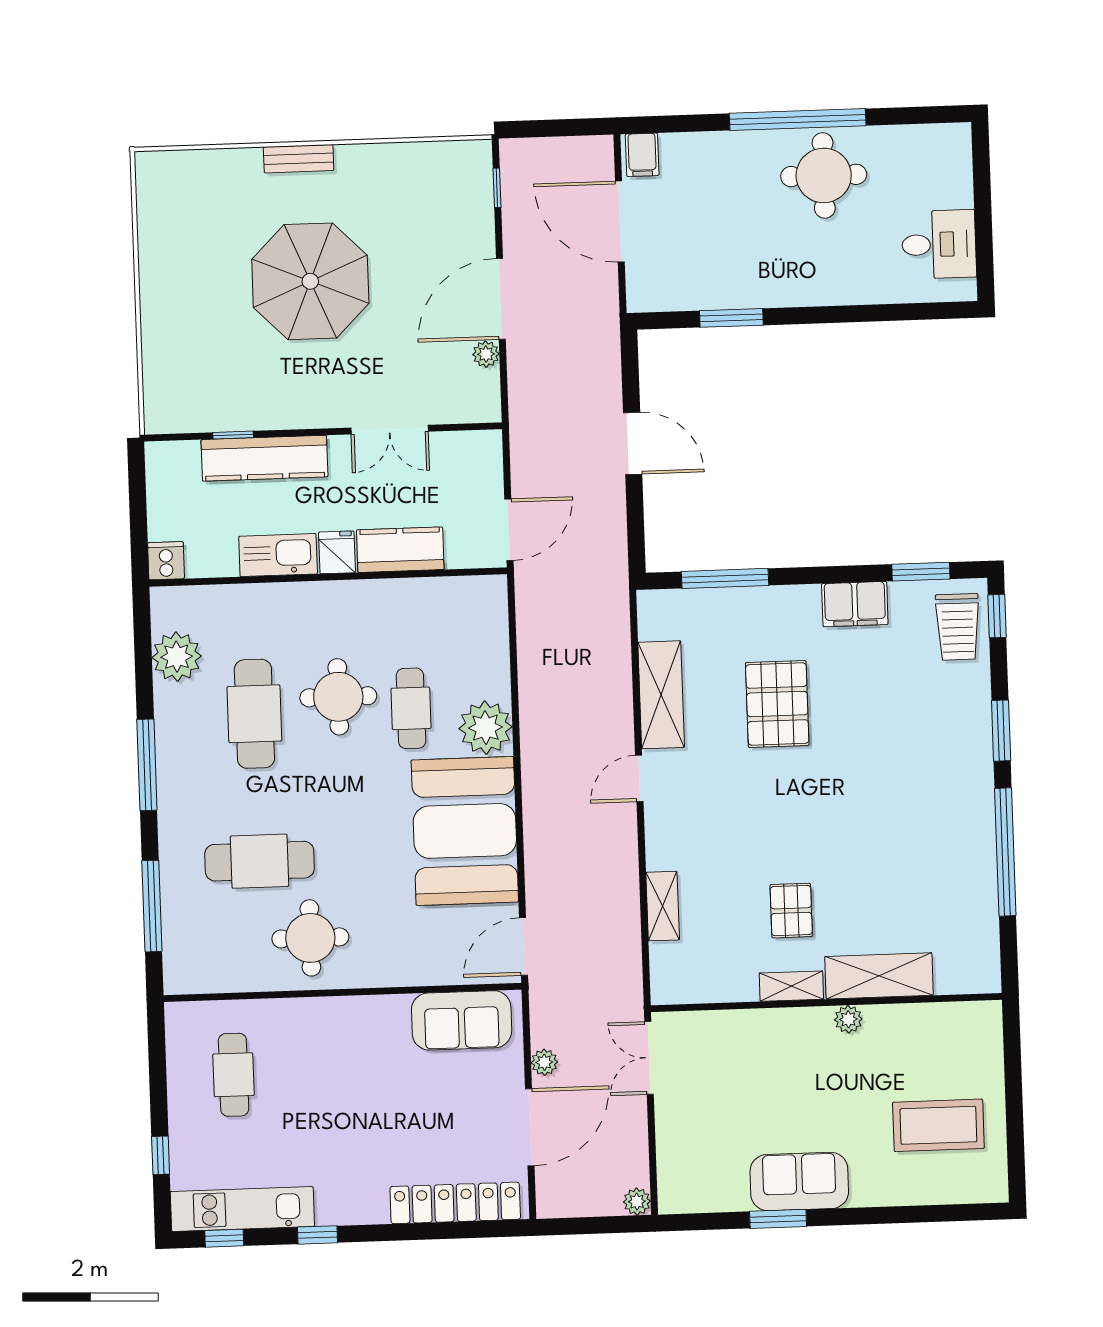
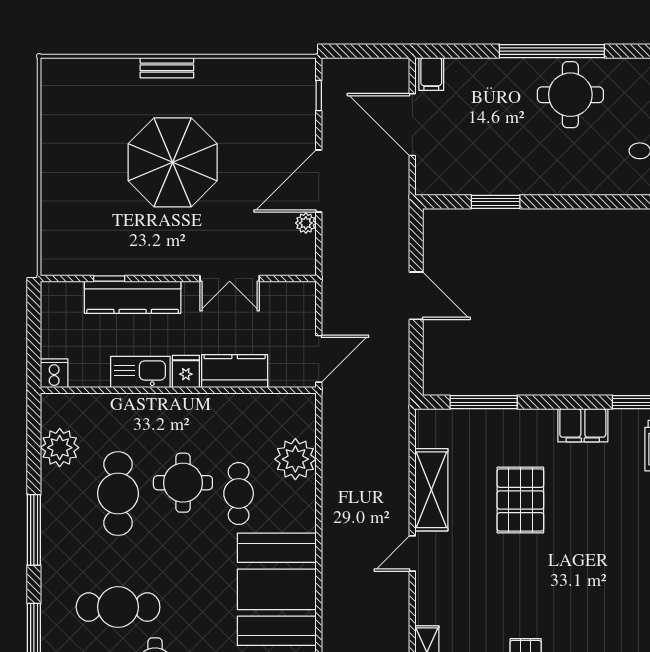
plant: (485, 728) -> (295, 459), moved

